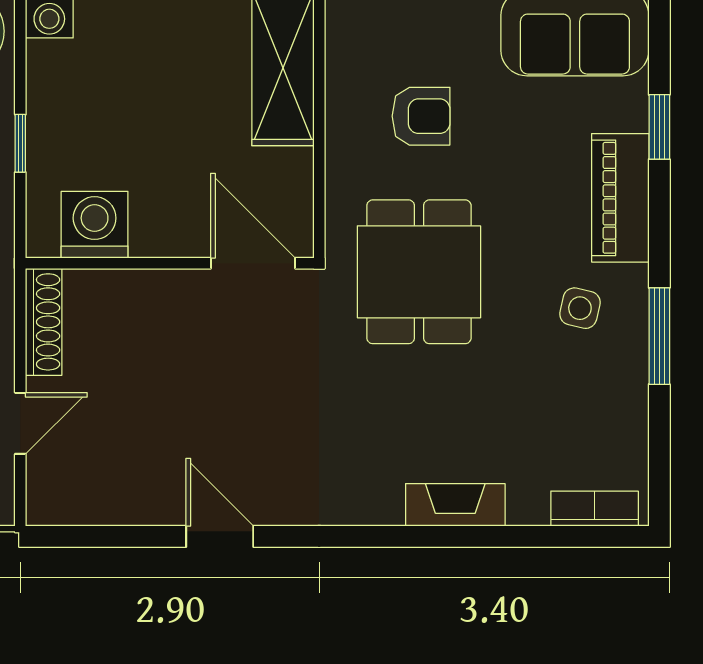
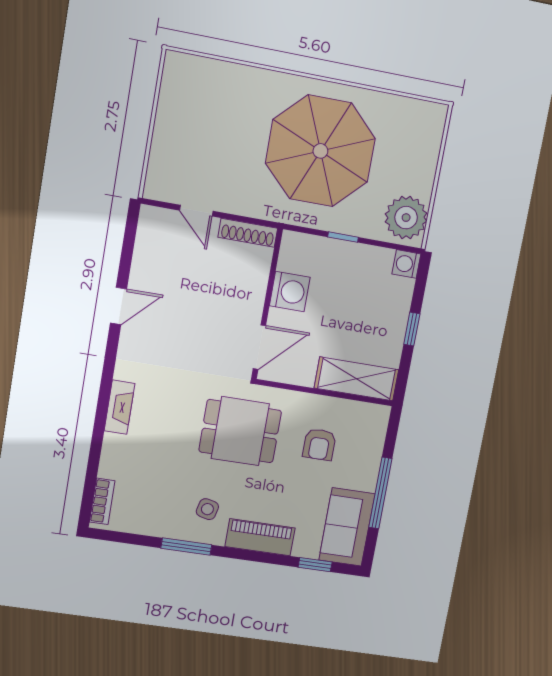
window: (659, 127) -> (315, 565), moved
washing machine: (95, 225) -> (290, 292), moved
fireplace: (455, 505) -> (119, 407), moved

